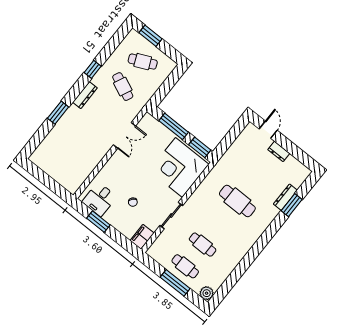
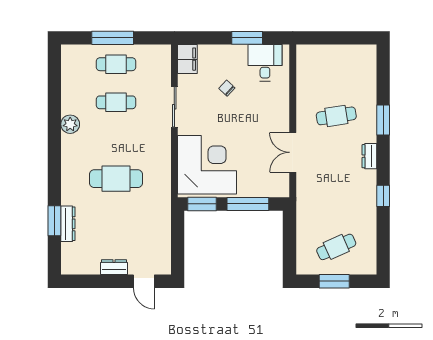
window: (150, 36) -> (334, 281), moved
cafe table: (123, 87) -> (336, 116), moved, turned -33
dresser: (85, 95) -> (369, 156), width x0.70
plant: (207, 293) -> (70, 124), moved

